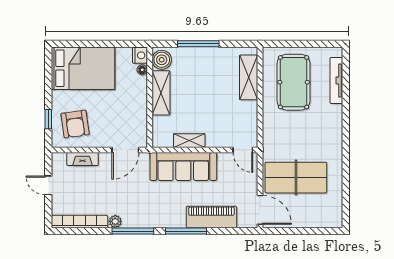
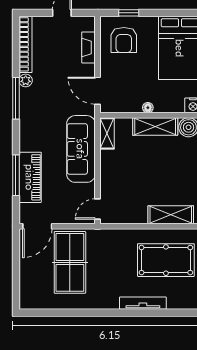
floor lamp: (142, 70) -> (148, 108), moved
tv unit: (336, 81) -> (143, 303), moved
armchair: (75, 124) -> (124, 40), turned -82
shelving: (189, 141) -> (107, 133), moved
window: (186, 231) -> (16, 175), moved

